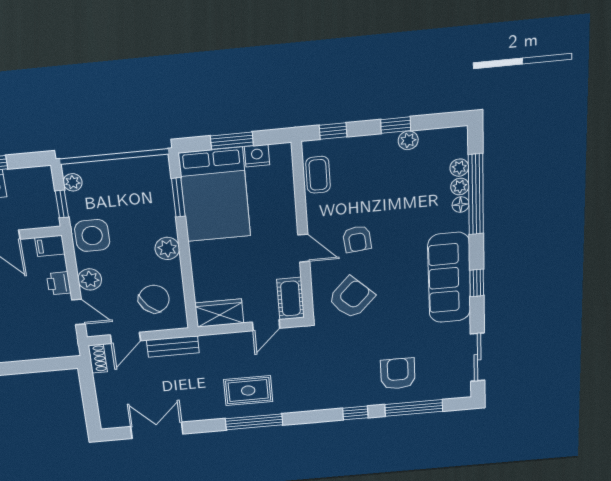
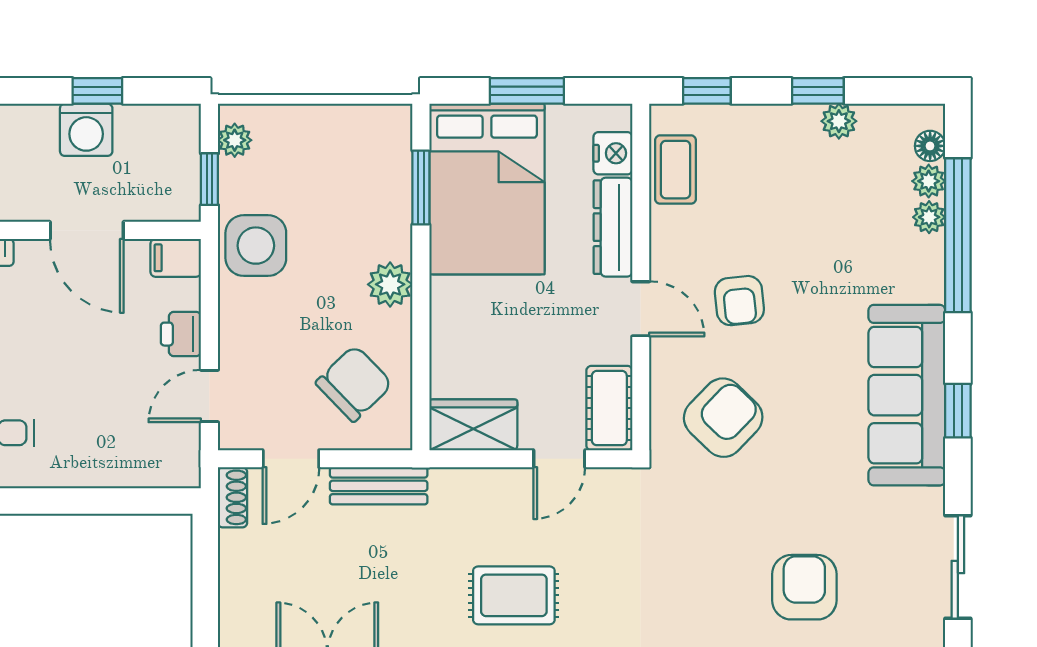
nightstand: (257, 156) -> (613, 153), moved, turned 90
floor lamp: (461, 205) -> (930, 146), moved
dresser: (286, 208) -> (613, 227), added
plant: (90, 279) -> (240, 332), removed
door: (78, 312) -> (209, 396), swing flipped

